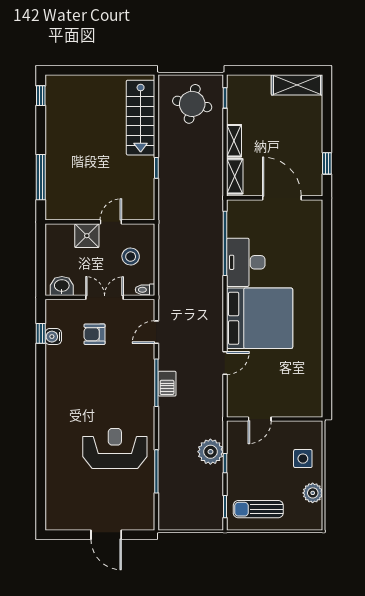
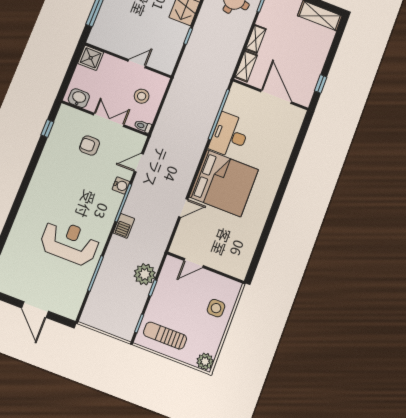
shower: (87, 236) -> (91, 58), moved
water cooler: (53, 337) -> (121, 185), moved, turned 180
barbecue: (167, 384) -> (124, 226), moved
plant: (313, 493) -> (205, 362), moved

